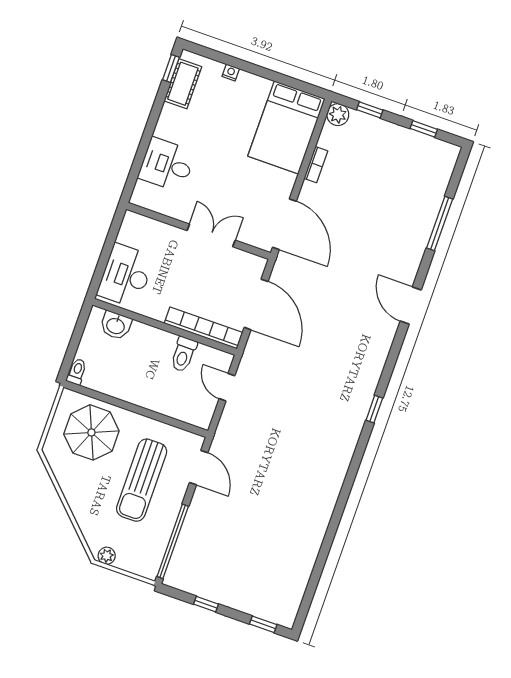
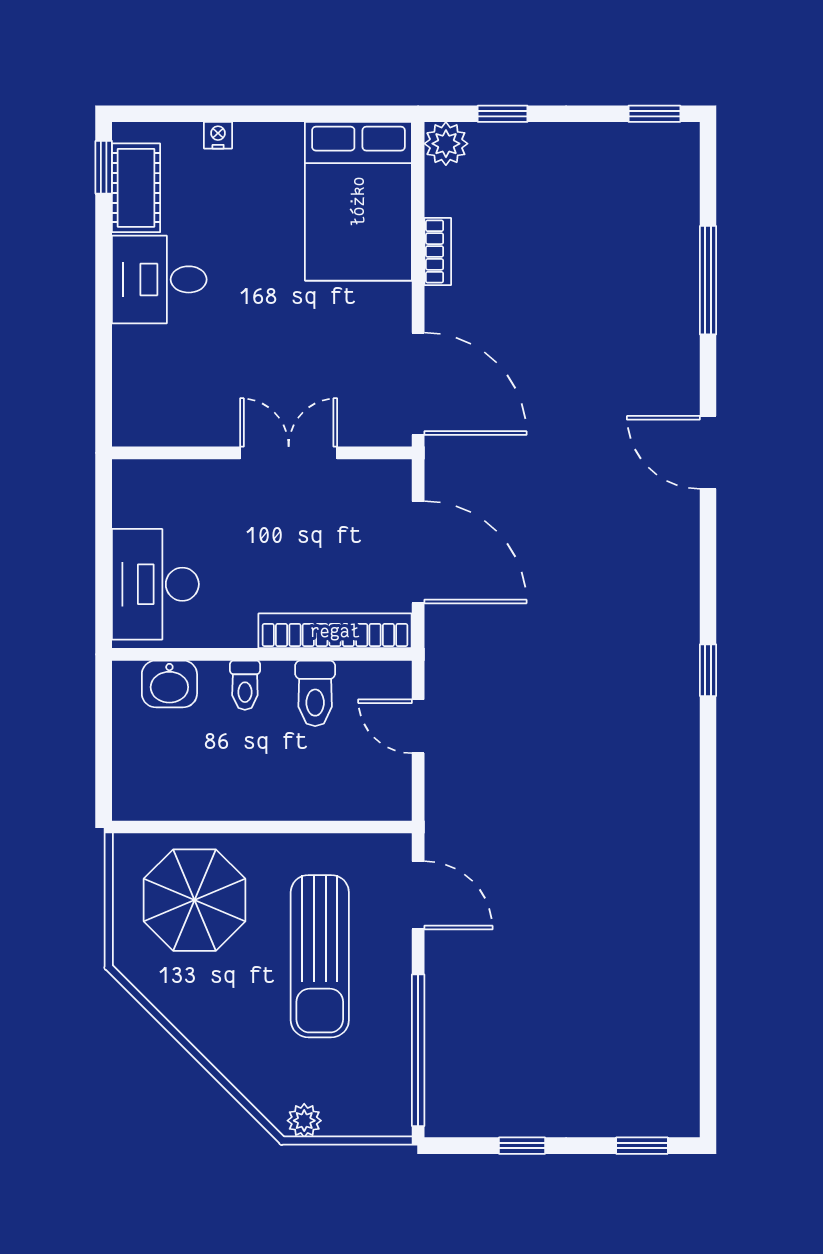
window: (424, 129) -> (654, 114), moved
desk: (167, 165) -> (159, 279), moved
toilet: (77, 372) -> (245, 685), moved, turned 180

